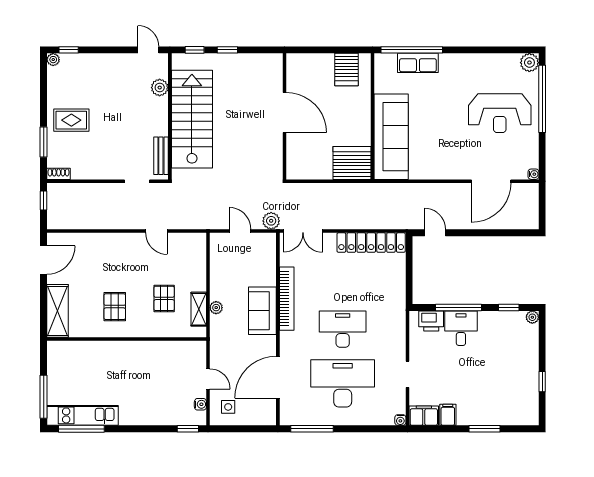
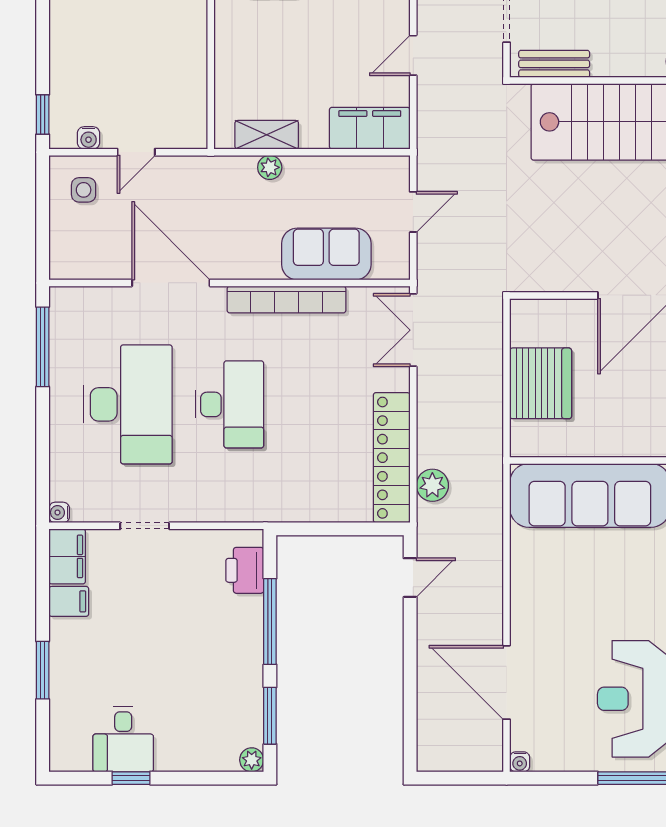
server rack: (352, 163) -> (541, 383), moved
plant: (271, 221) -> (432, 485), moved
filing cabinet: (195, 254) -> (370, 128), added
pallet: (164, 298) -> (287, 70), removed
window: (509, 307) -> (270, 716), width x1.50
sofa: (262, 311) -> (326, 254), moved
desk: (461, 328) -> (123, 739), moved, turned 90
door: (278, 377) -> (171, 283), moved

